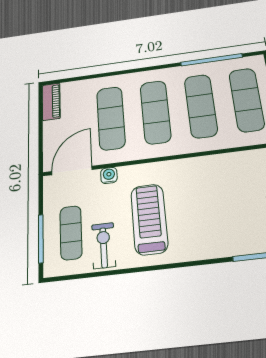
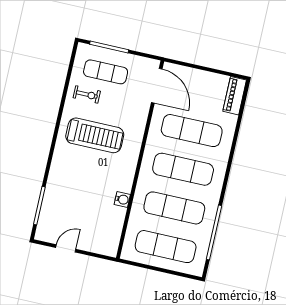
piano: (51, 102) -> (235, 96), moved, turned 90
water cooler: (109, 175) -> (122, 199), moved
exercise bike: (104, 245) -> (87, 94), width x0.73, depth x0.72

